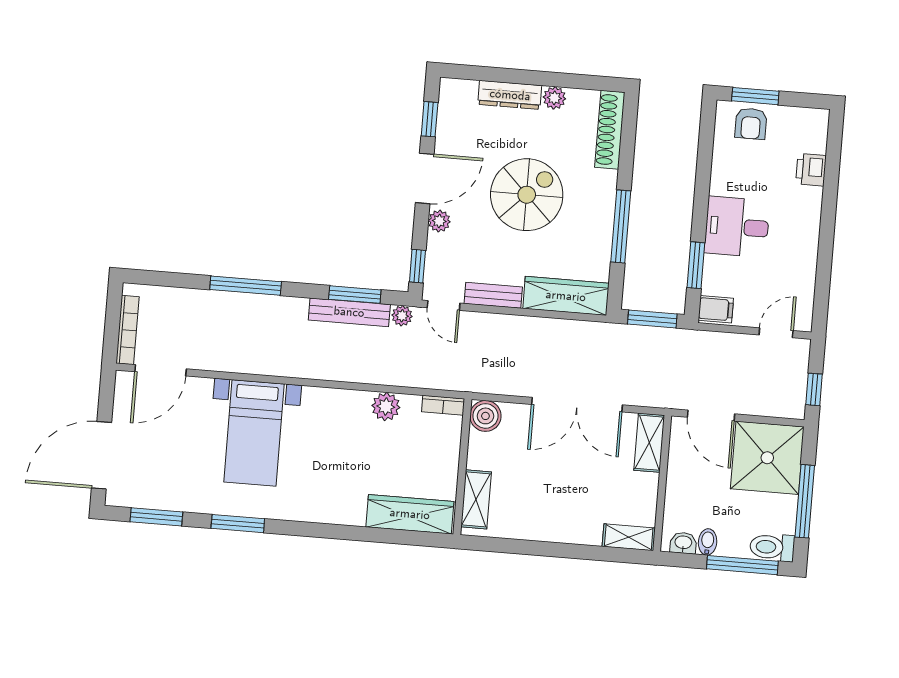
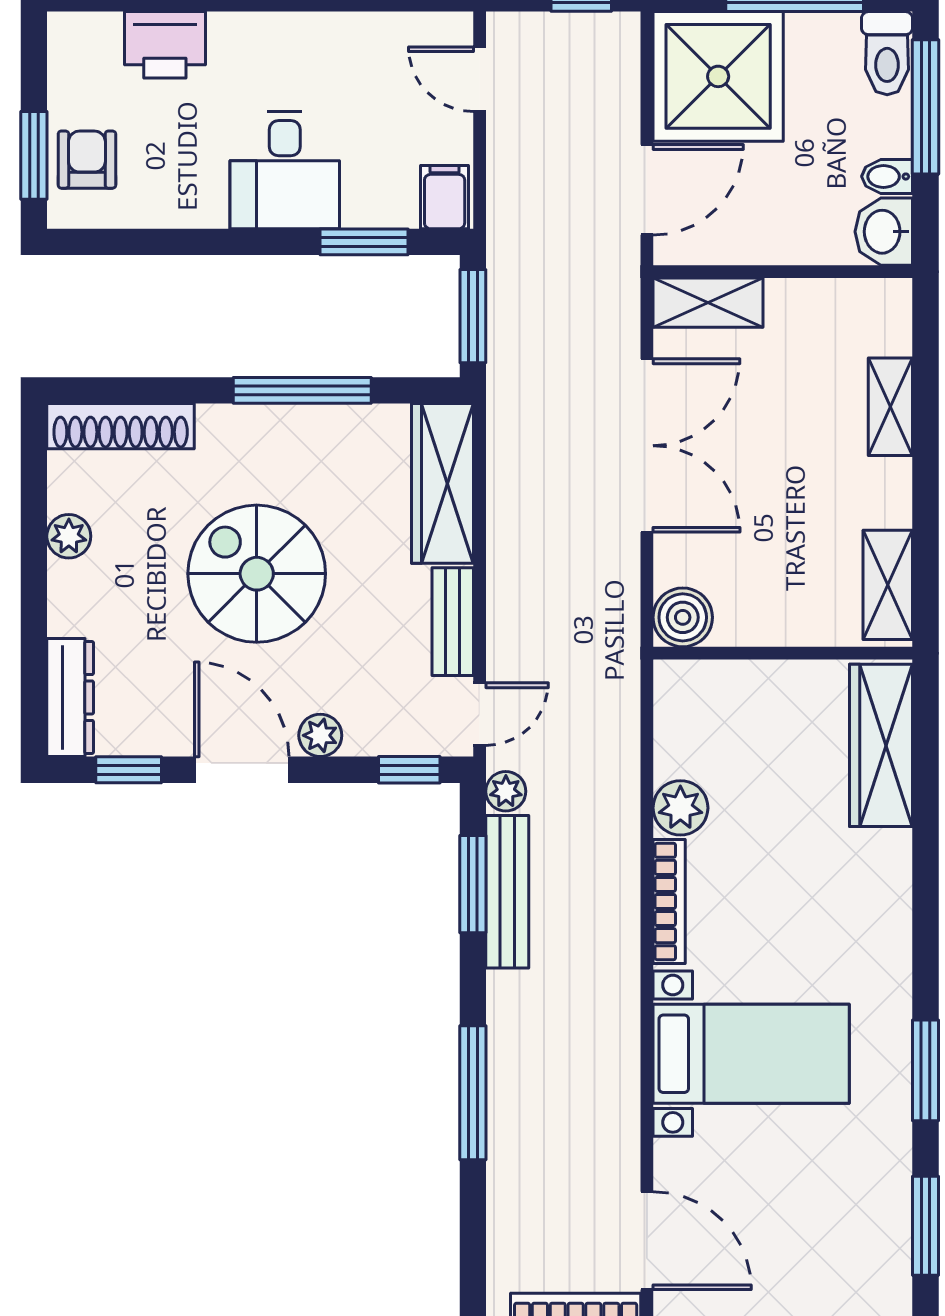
dresser: (510, 95) -> (70, 697), moved
armchair: (751, 124) -> (87, 160), turned -90
printer: (811, 170) -> (165, 45), width x1.36, depth x1.24
bookcase: (443, 405) -> (669, 901), moved, width x1.56
shelving: (476, 499) -> (888, 585), moved, turned 90
shelving: (629, 537) -> (890, 407), moved
washbasin: (683, 543) -> (884, 232), width x1.38, depth x1.45

